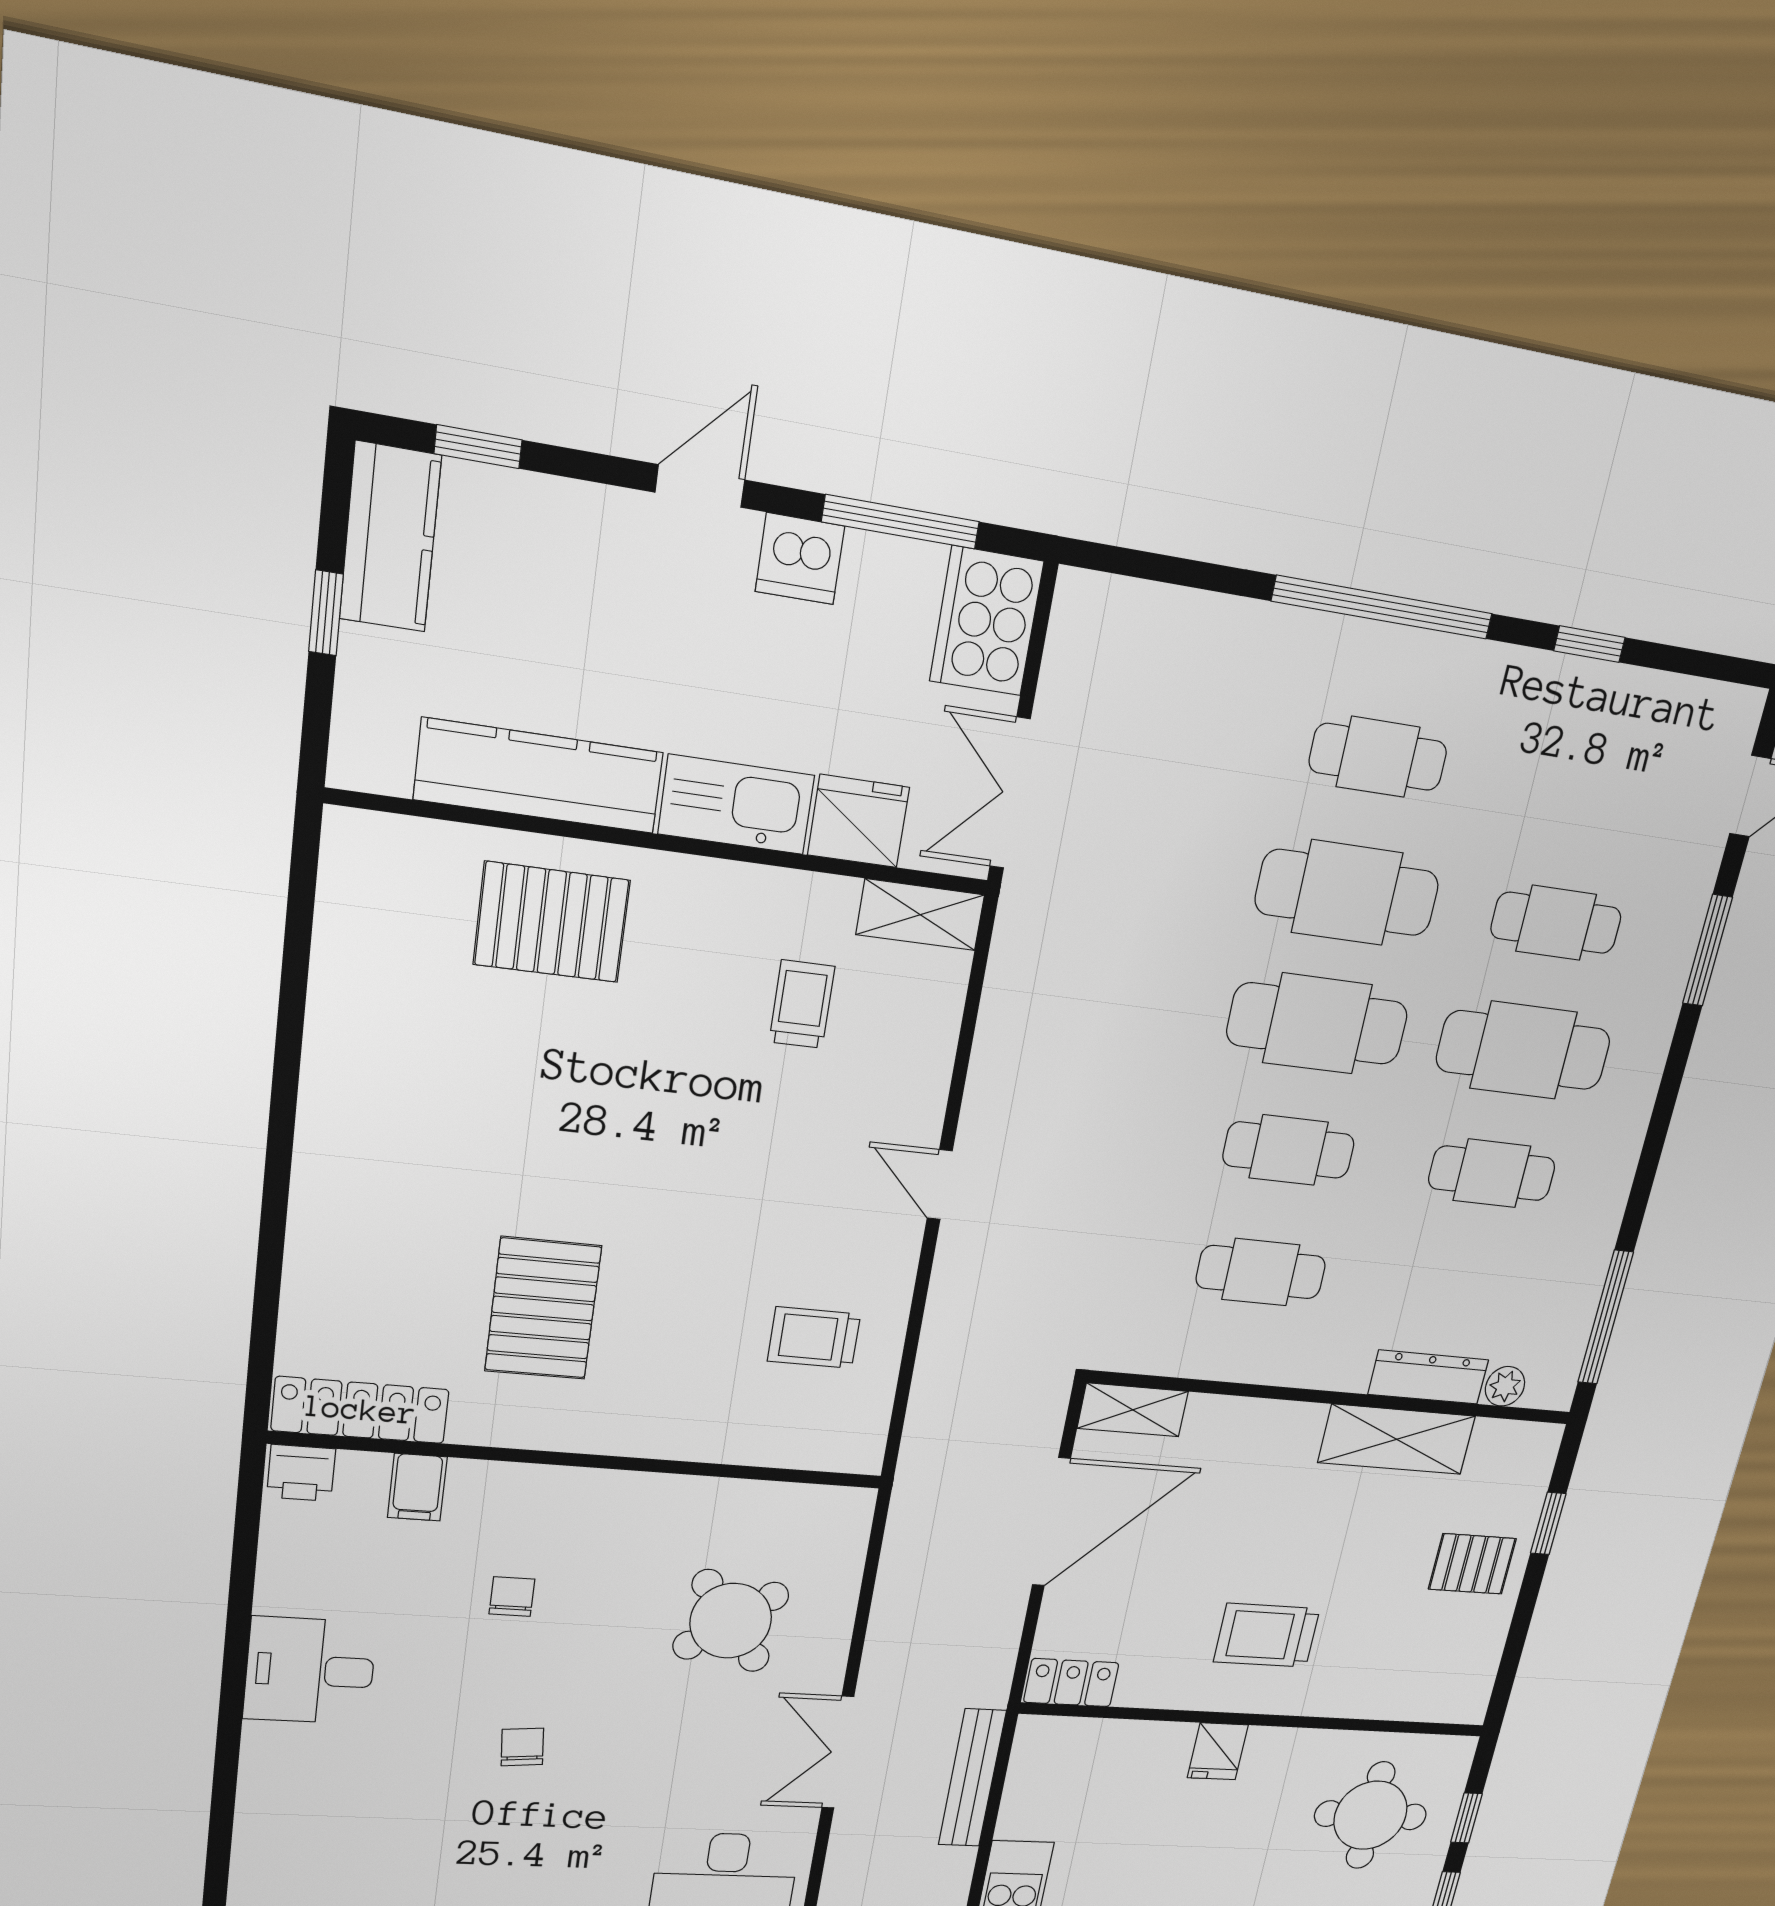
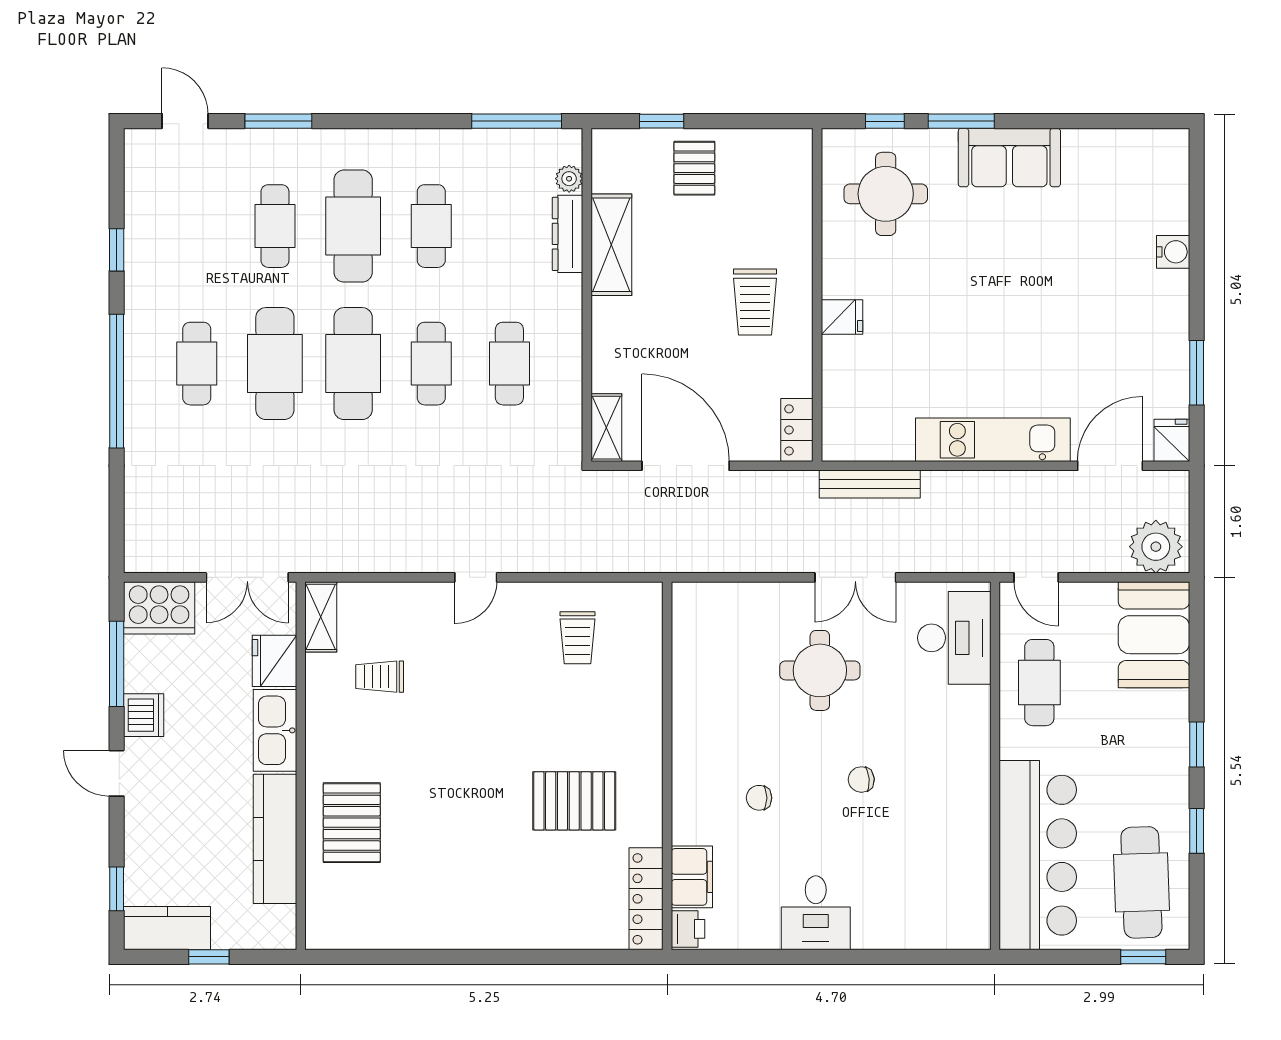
filing cabinet: (417, 1487) -> (692, 877), width x2.00
round table: (731, 1621) -> (820, 670), moved, turned 37

